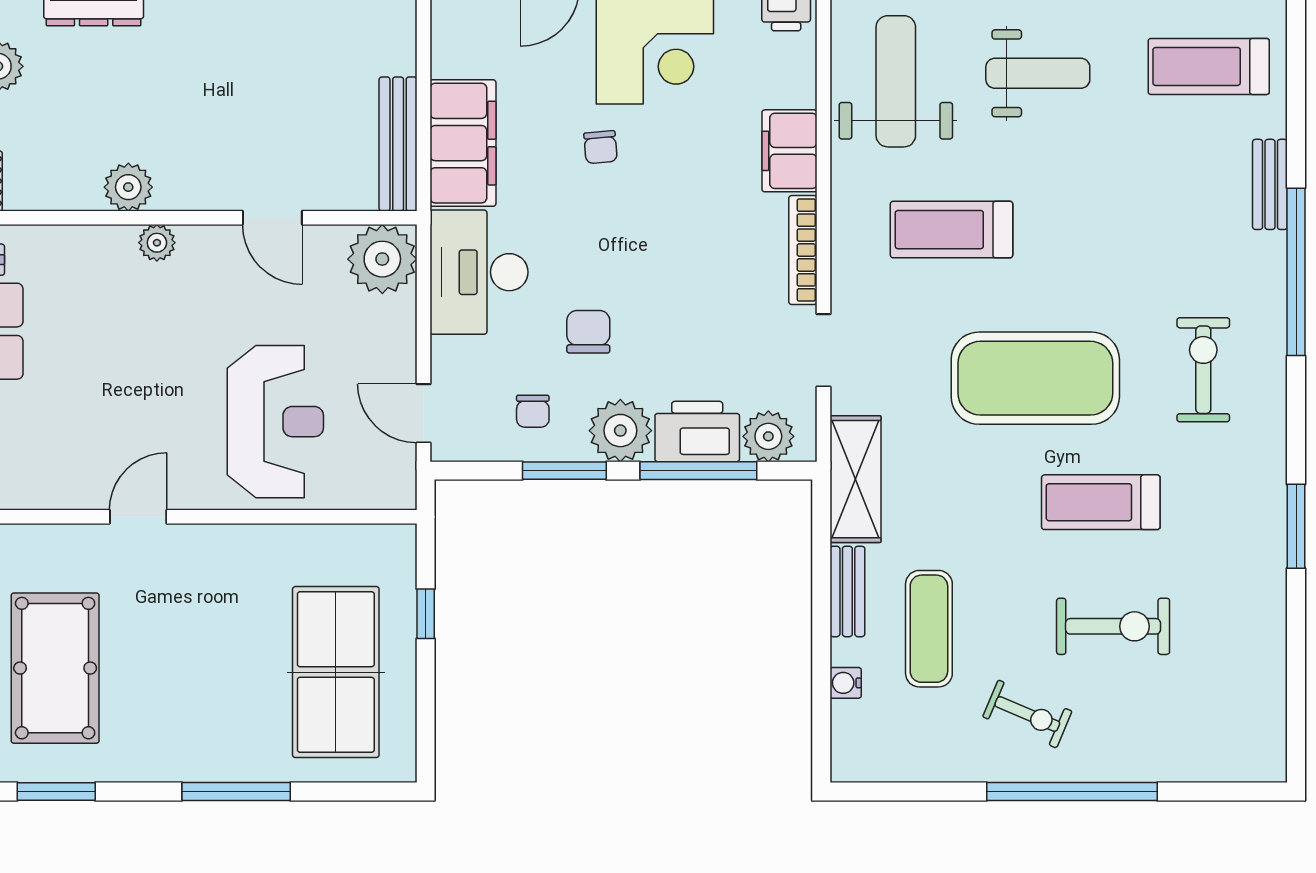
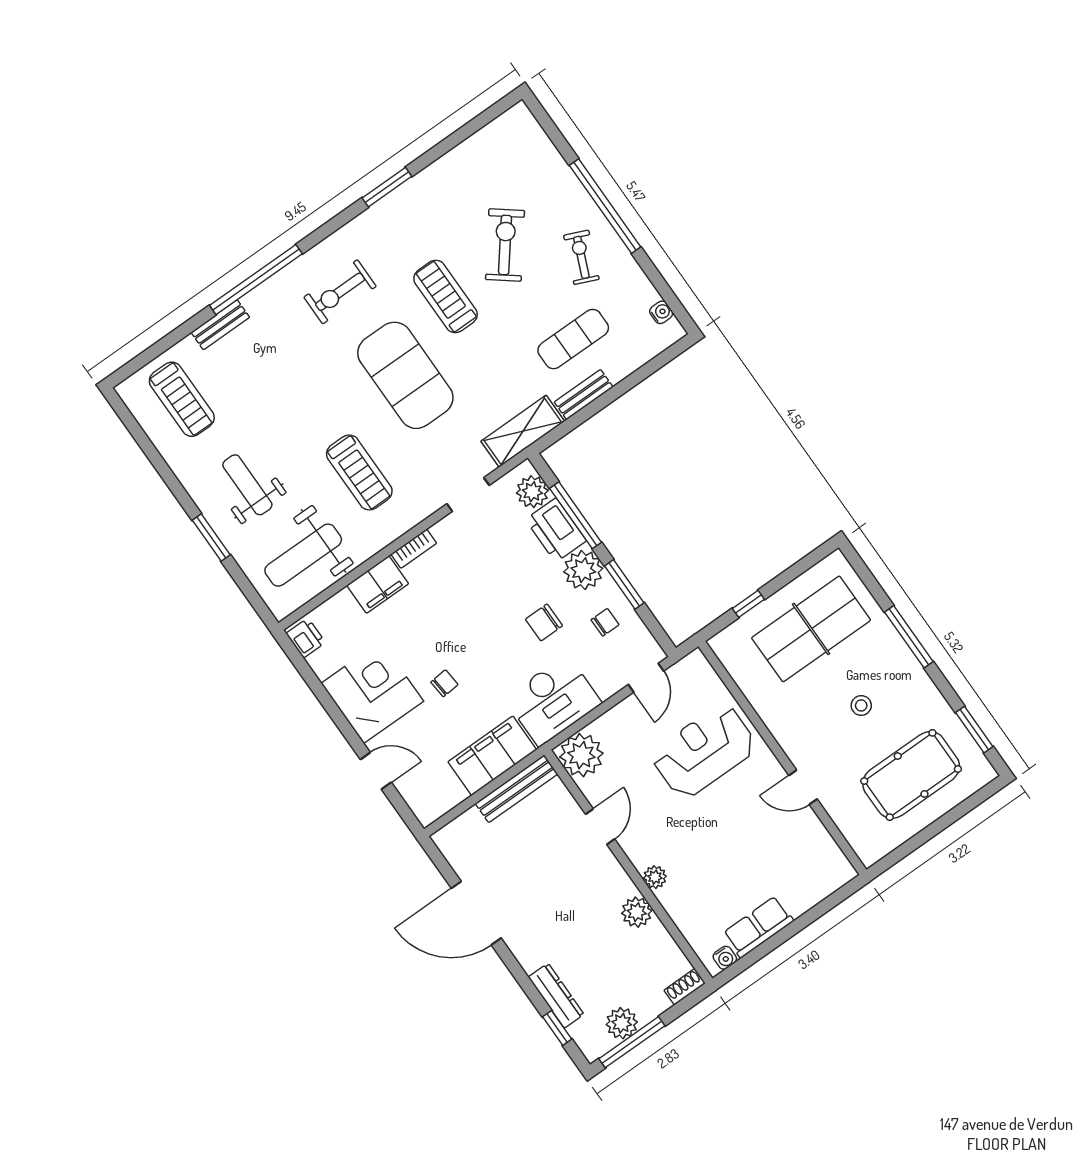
bookcase: (803, 250) -> (414, 549), width x0.64
treadmill: (1101, 502) -> (446, 296), turned 180
exercise bike: (1113, 626) -> (505, 245), turned 38
stool: (191, 667) -> (861, 705), added
water cooler: (846, 683) -> (661, 312), moved, turned -90

